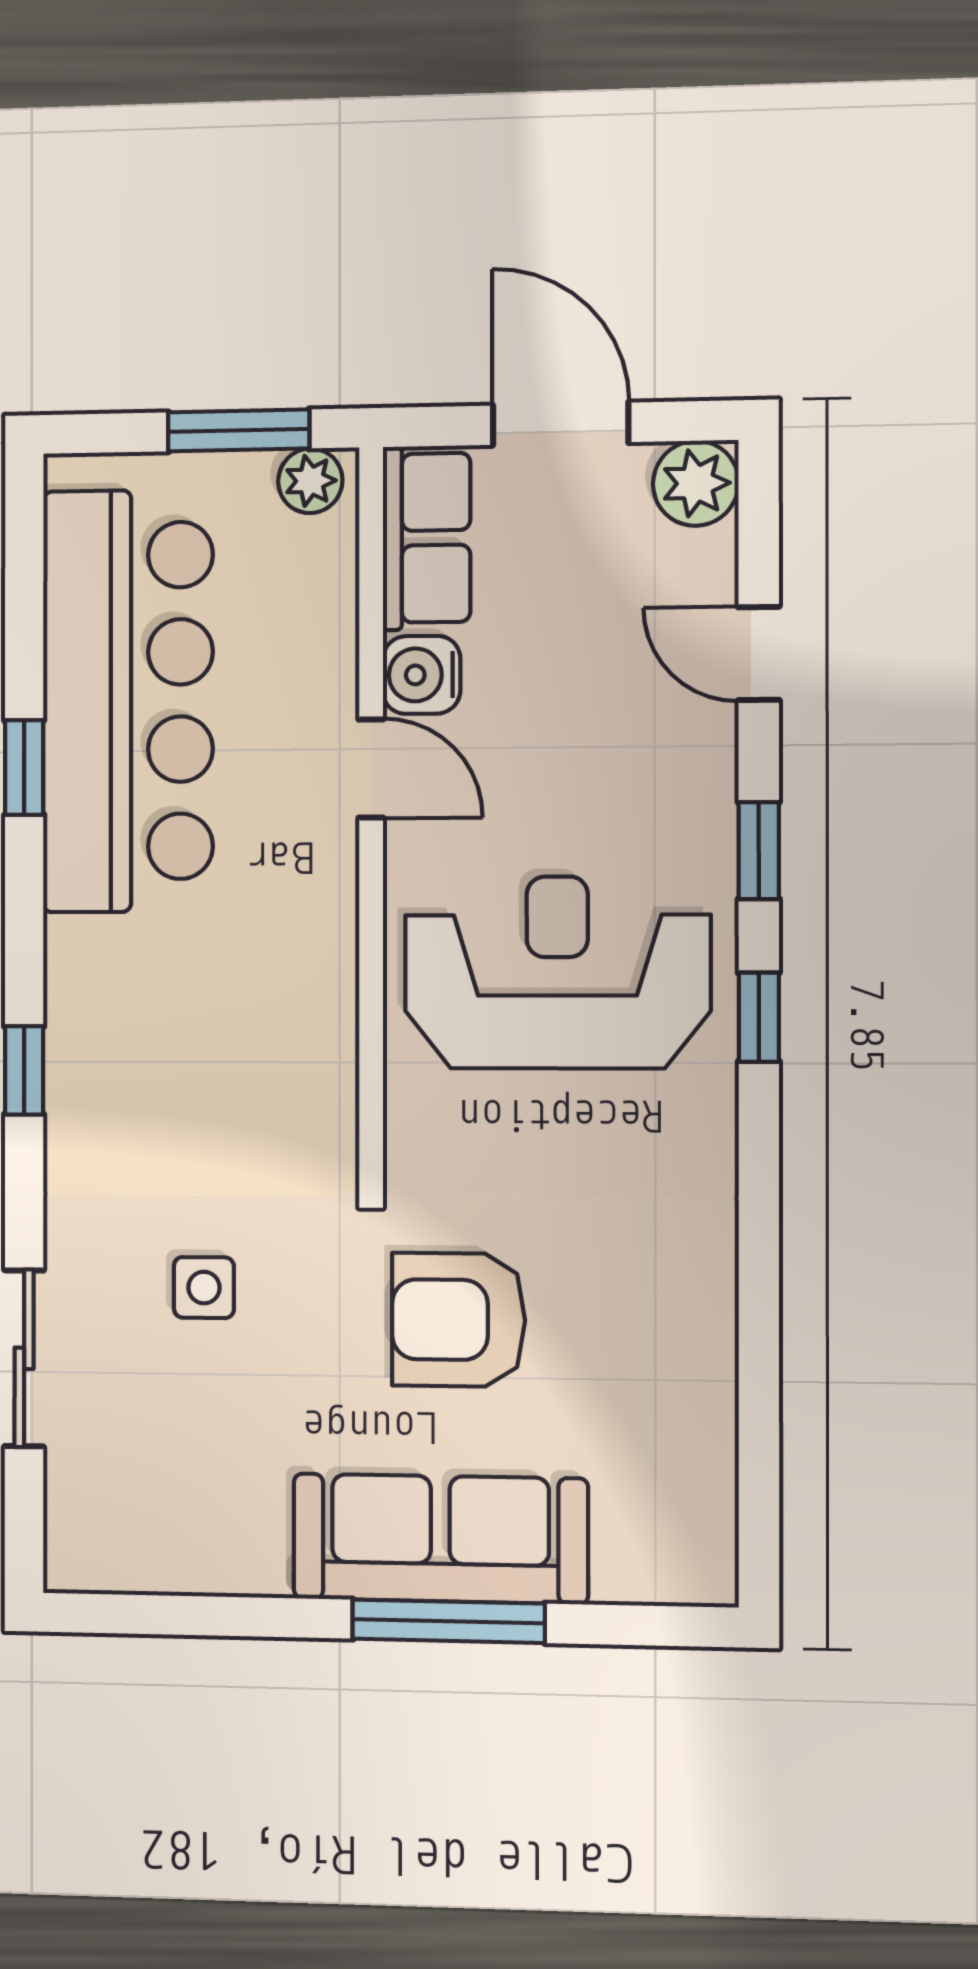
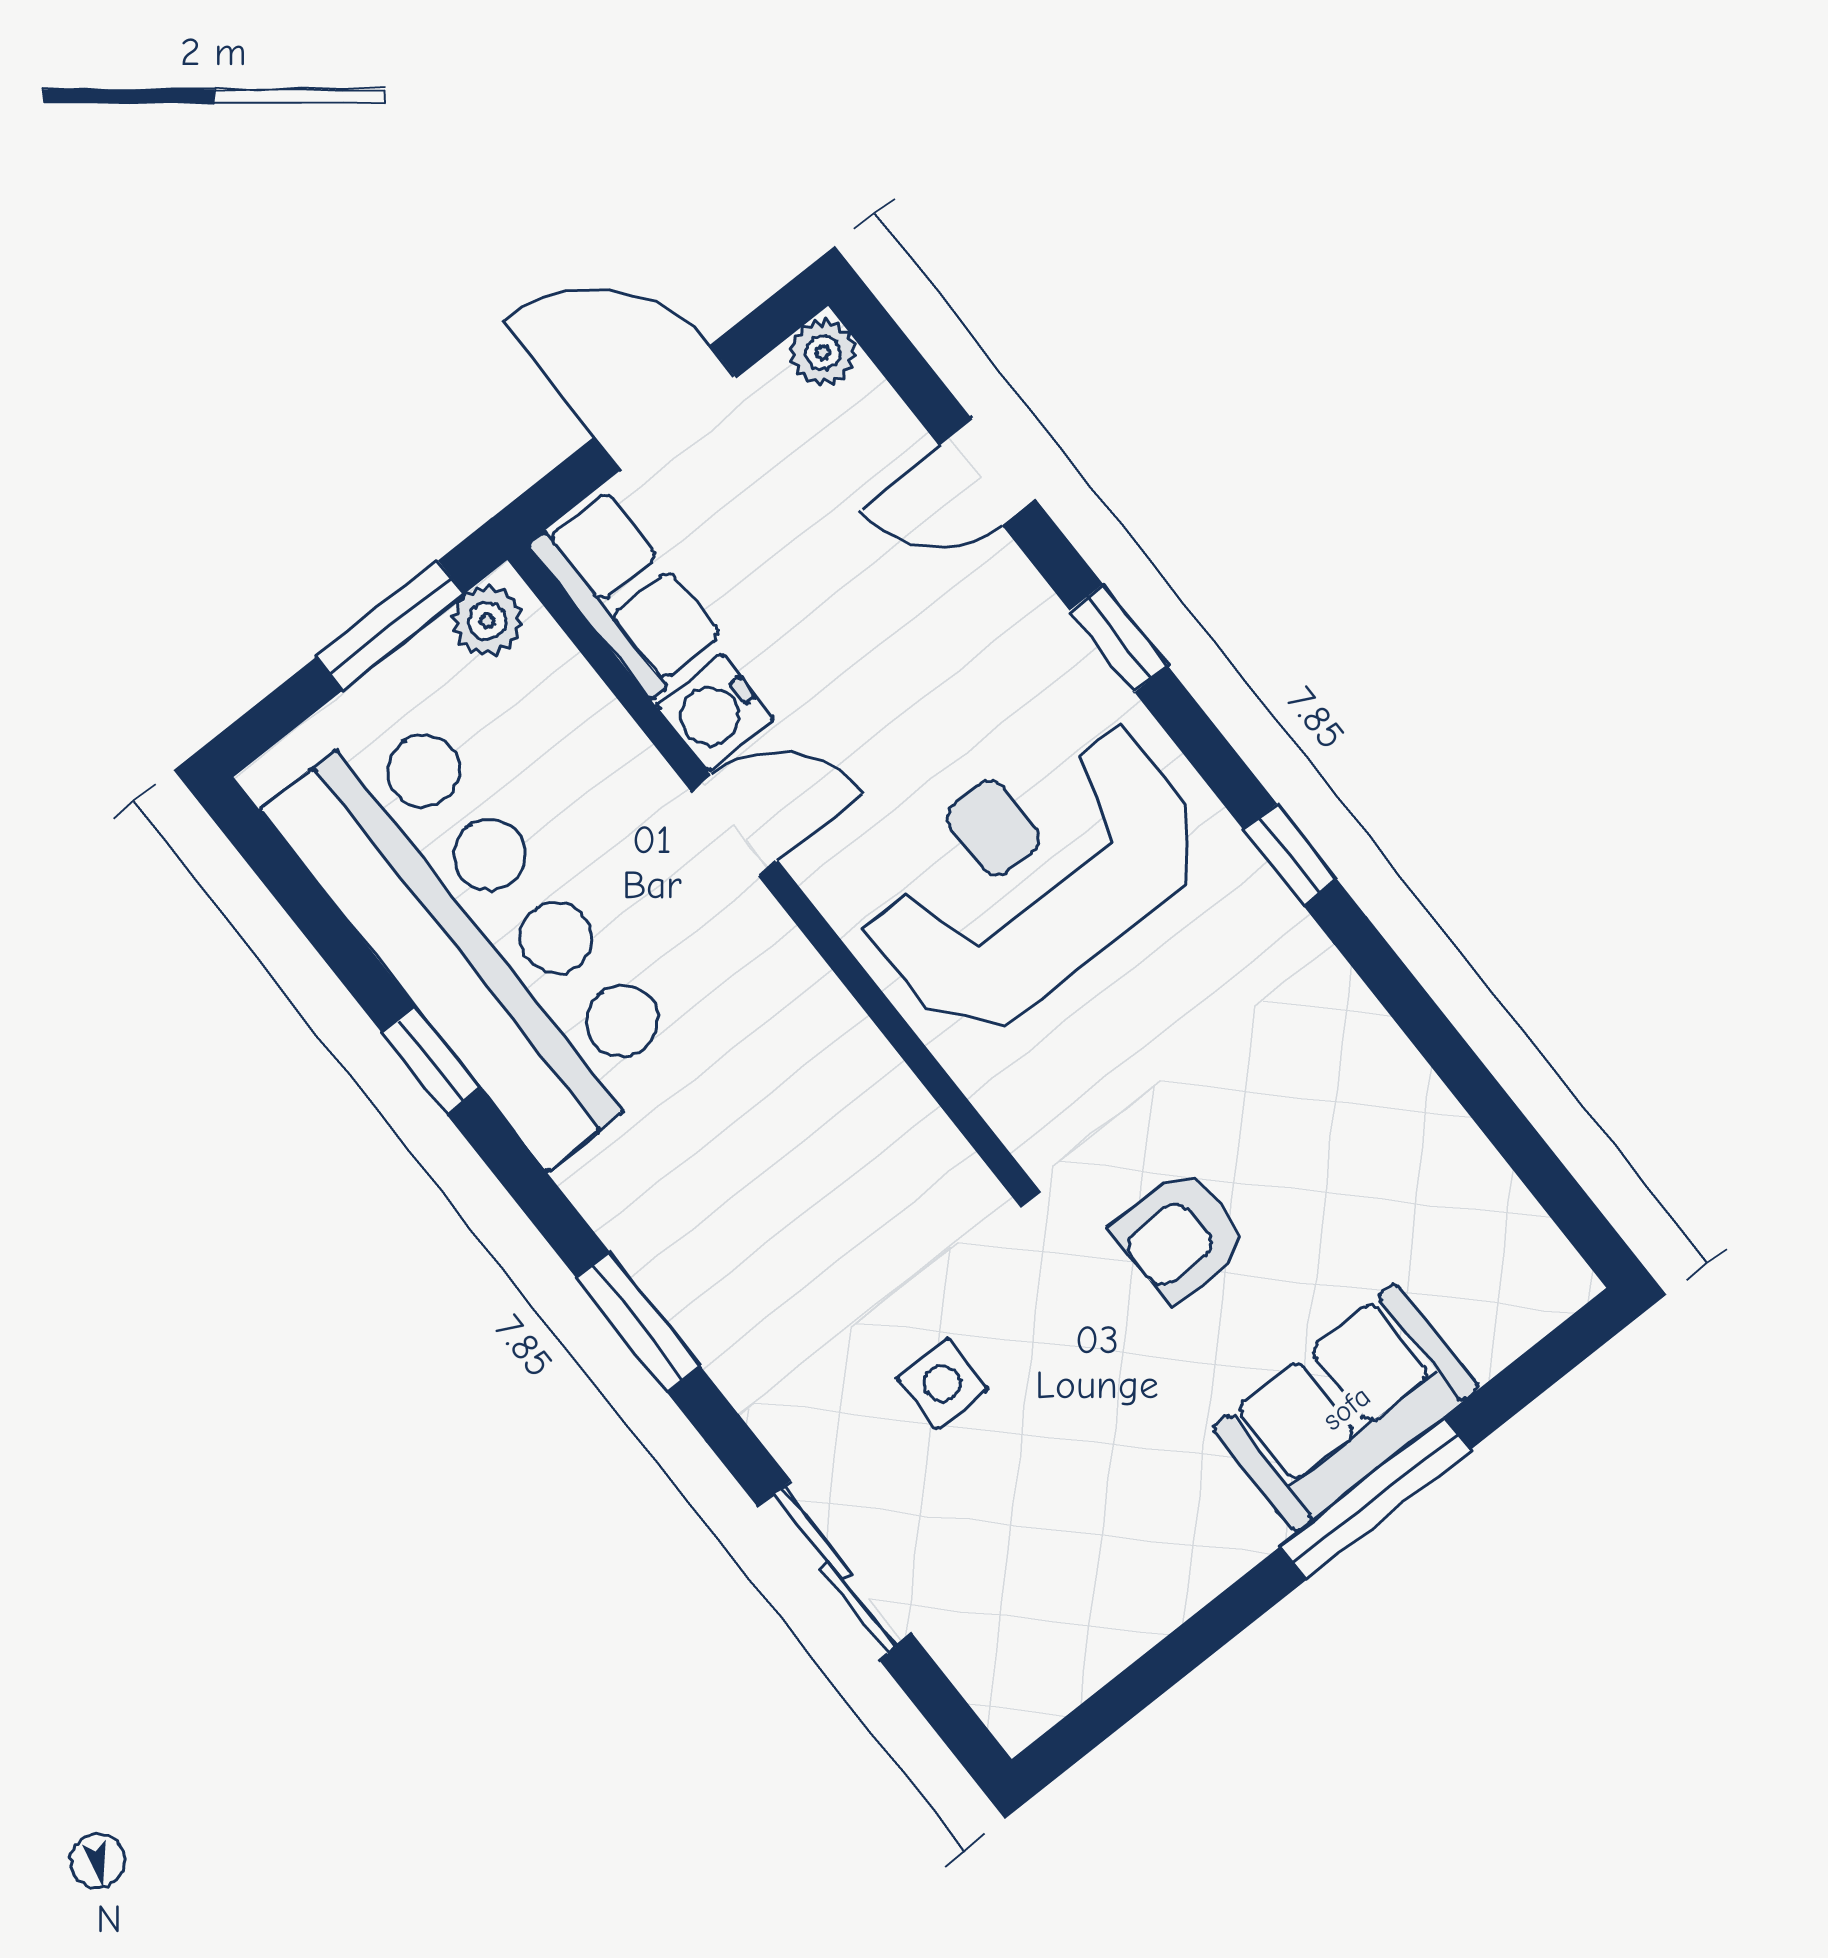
plant: (696, 483) -> (823, 352), width x0.73, depth x0.73
window: (759, 1017) -> (1290, 855), moved
window: (24, 1070) -> (638, 1322), width x1.50
armchair: (459, 1320) -> (1181, 1236), width x0.72, depth x0.72
sofa: (440, 1539) -> (1346, 1408), width x0.73

